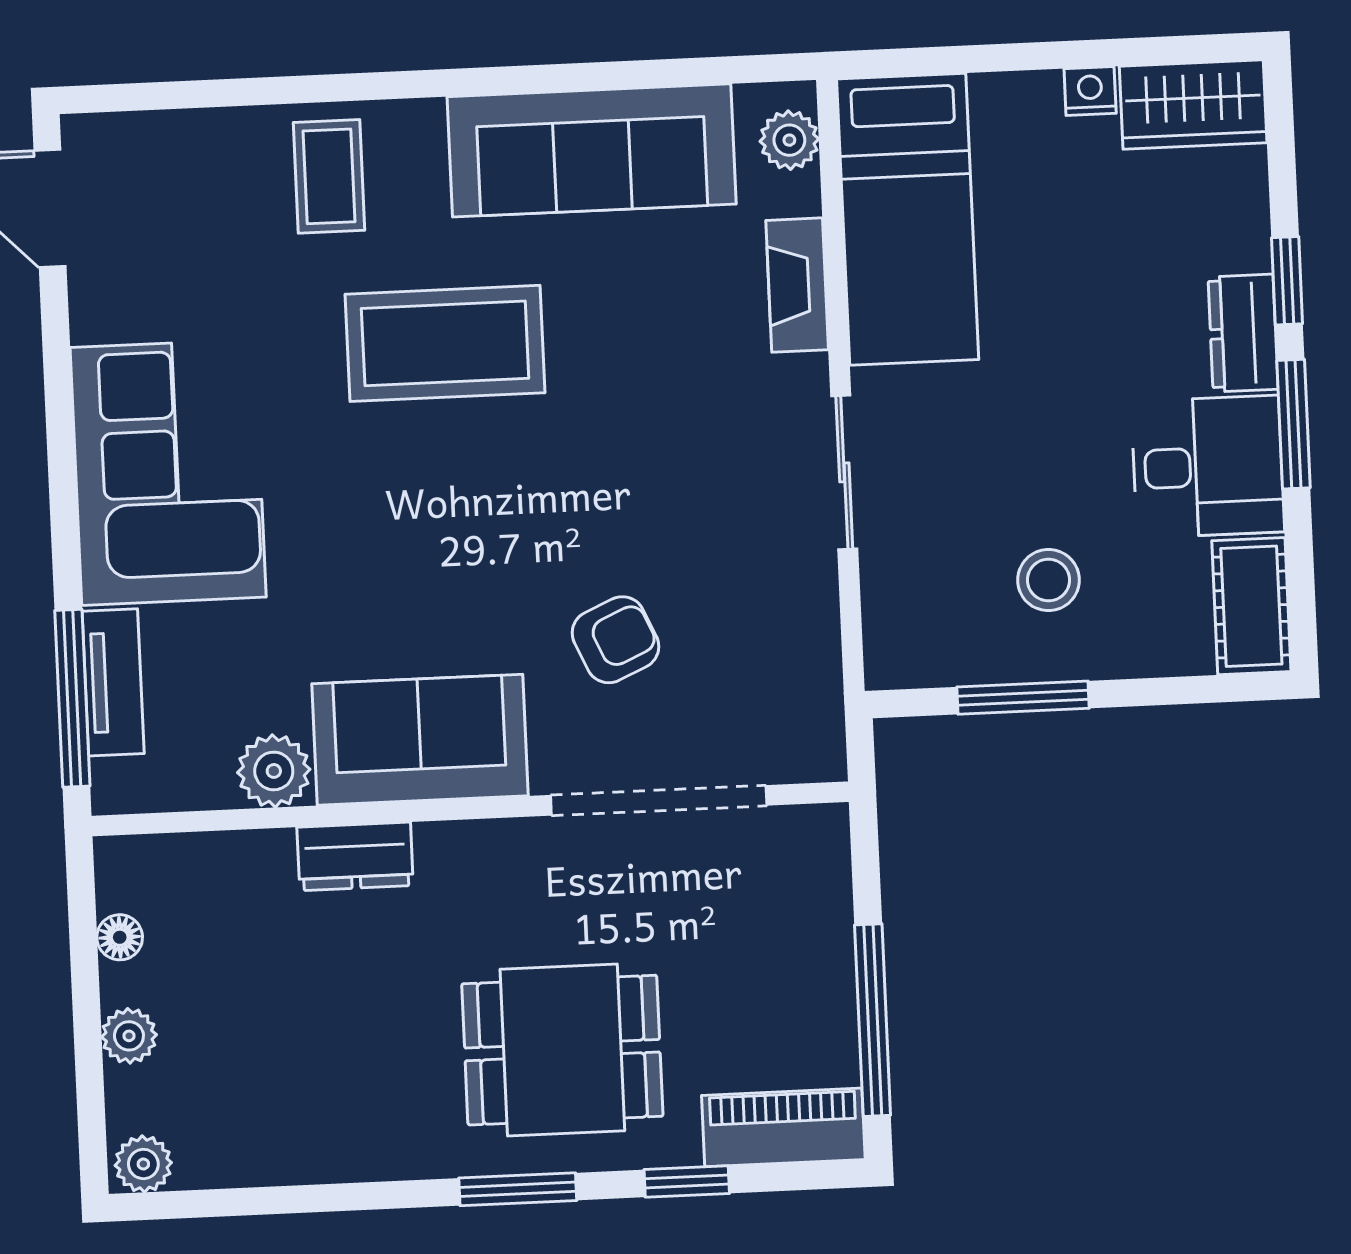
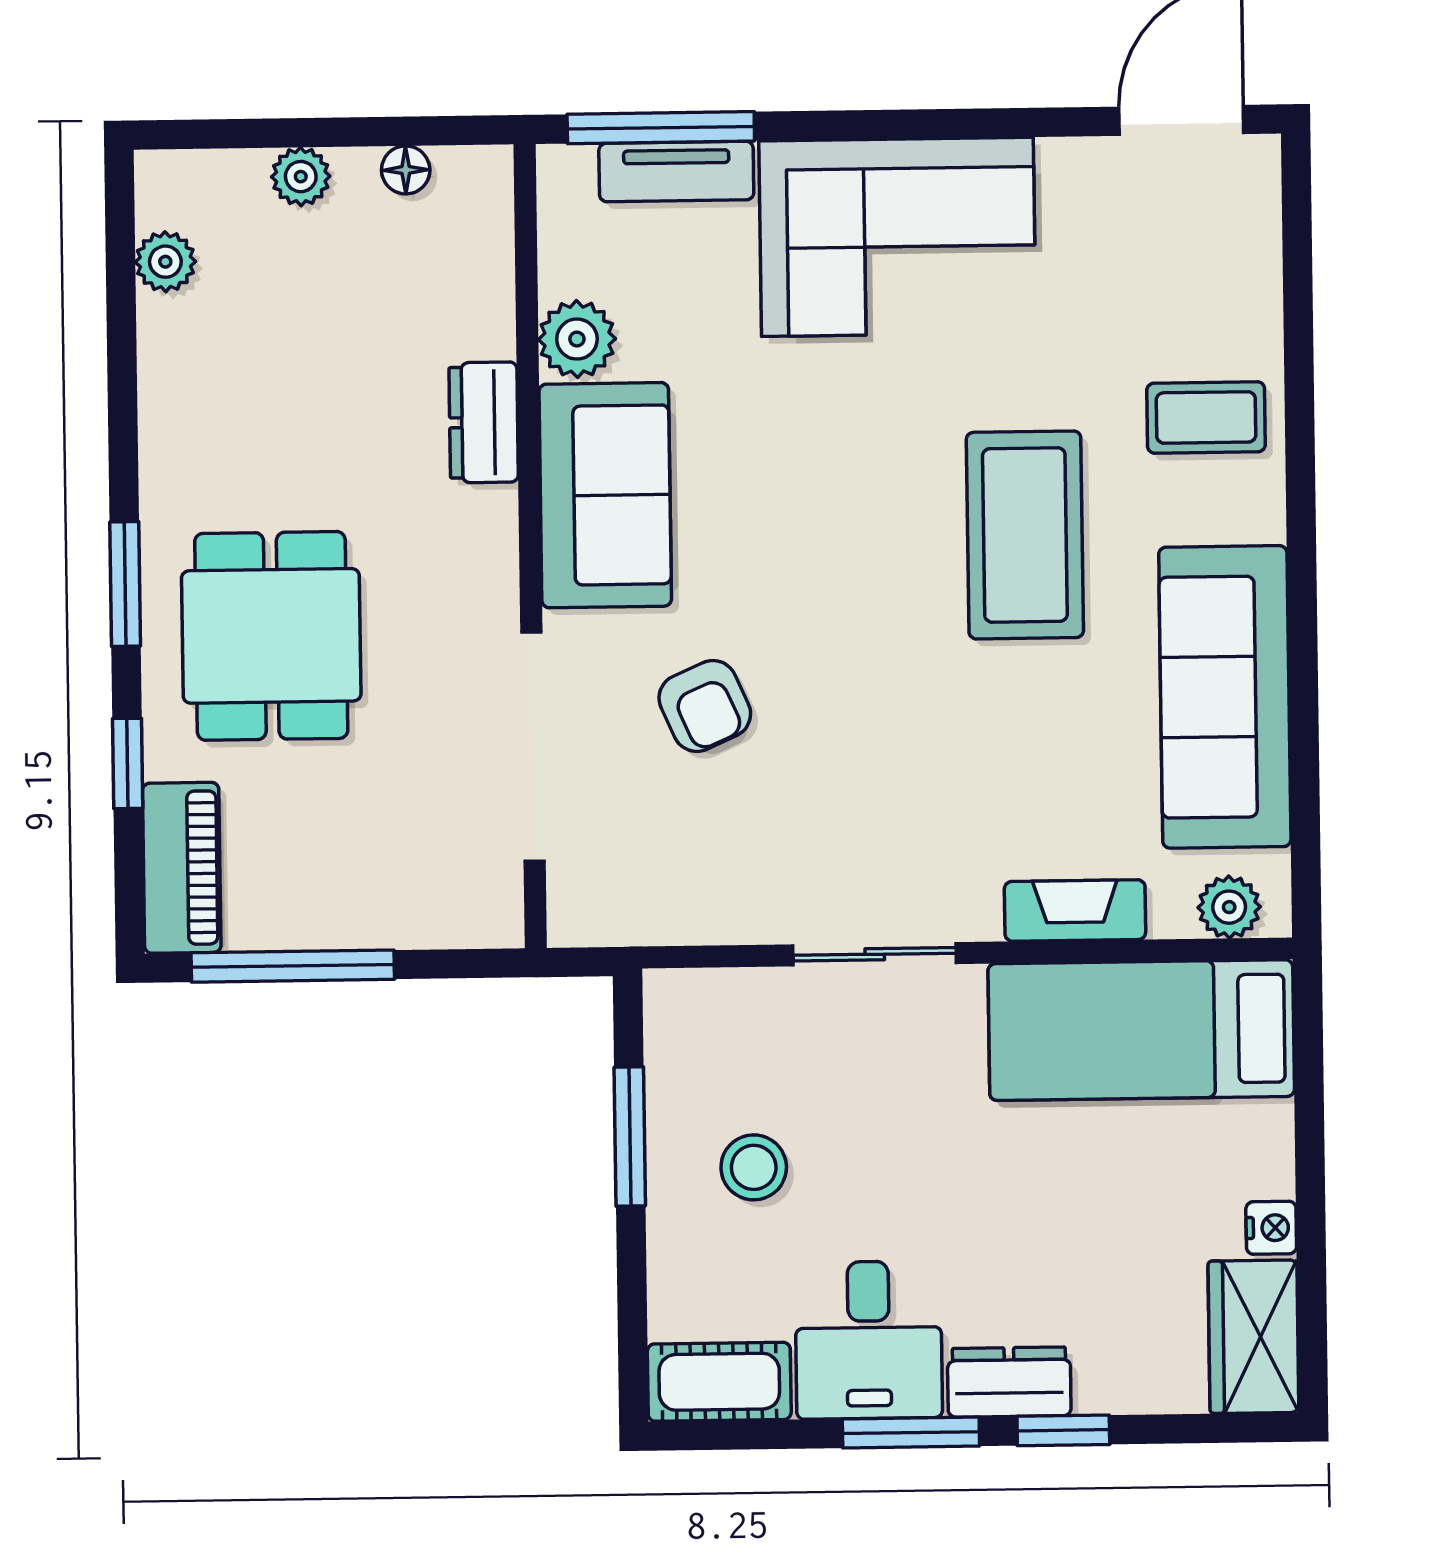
plant: (143, 1164) -> (165, 262), moved

